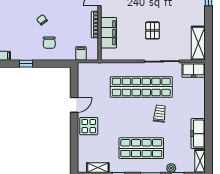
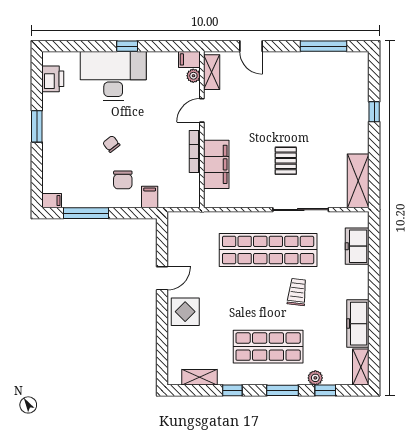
filing cabinet: (81, 53) -> (150, 197), moved
window: (26, 64) -> (86, 213), width x2.17
freezer: (194, 70) -> (357, 246), moved, turned 90

